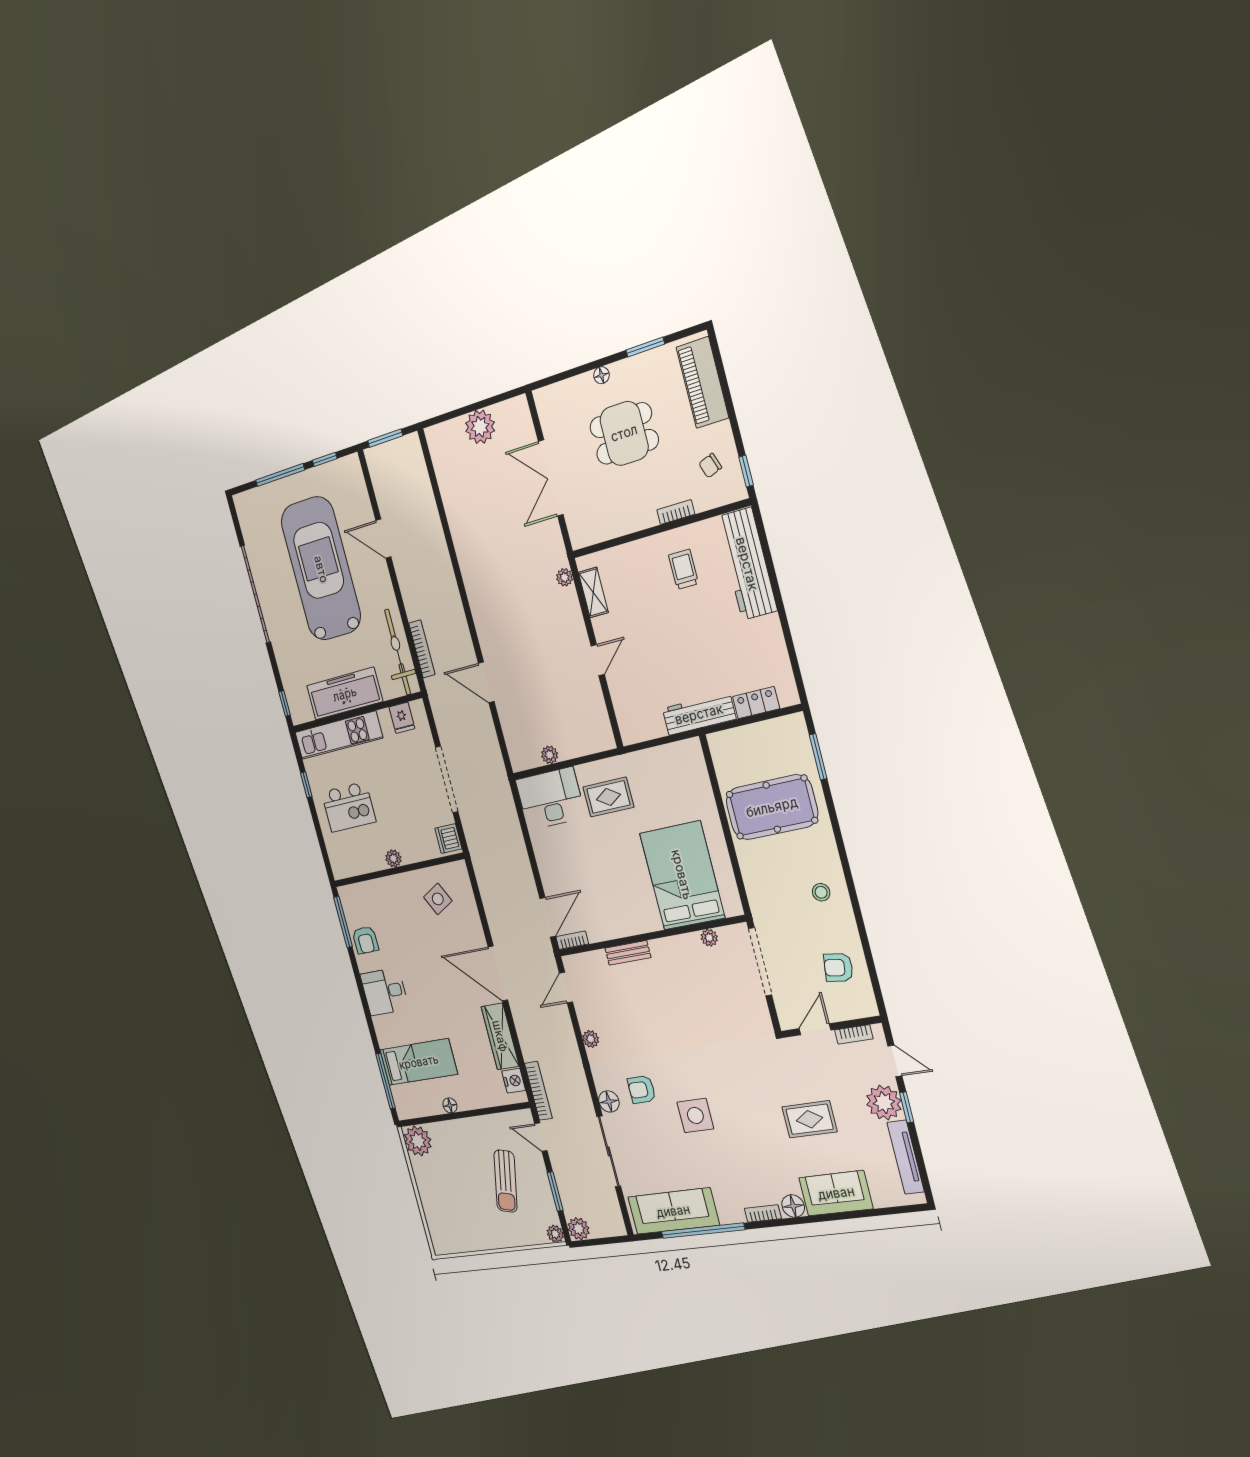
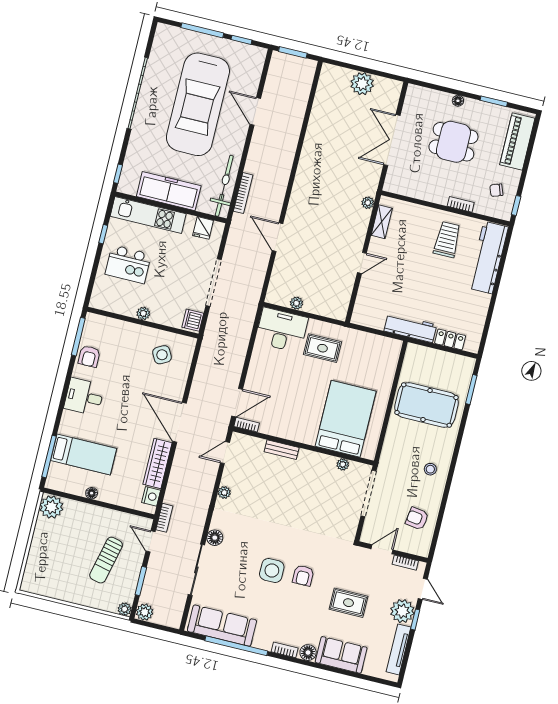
car: (321, 569) -> (198, 104), turned 180
trolley: (683, 569) -> (447, 240), width x1.36, depth x1.39
armchair: (642, 1089) -> (303, 576), moved, turned -90
bookcase: (538, 1091) -> (164, 518), width x0.64

